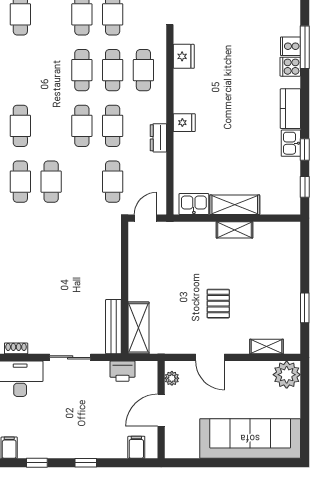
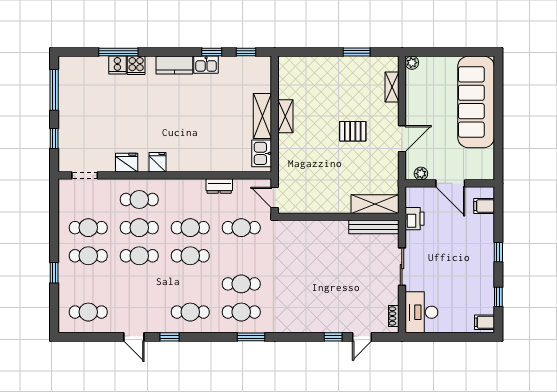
fridge: (184, 123) -> (158, 162), moved
dresser: (158, 138) -> (219, 186), moved
plant: (287, 375) -> (412, 63), width x0.53, depth x0.53

